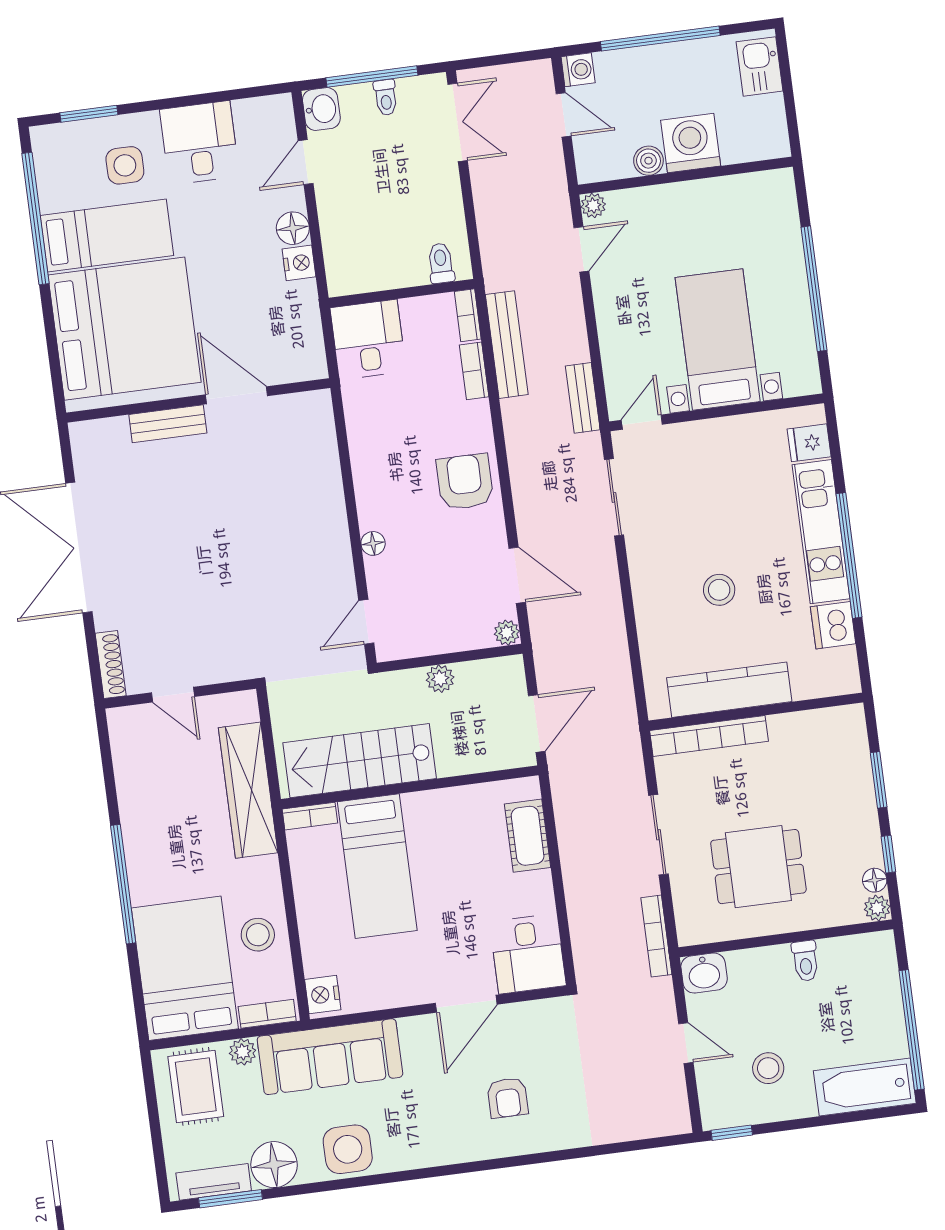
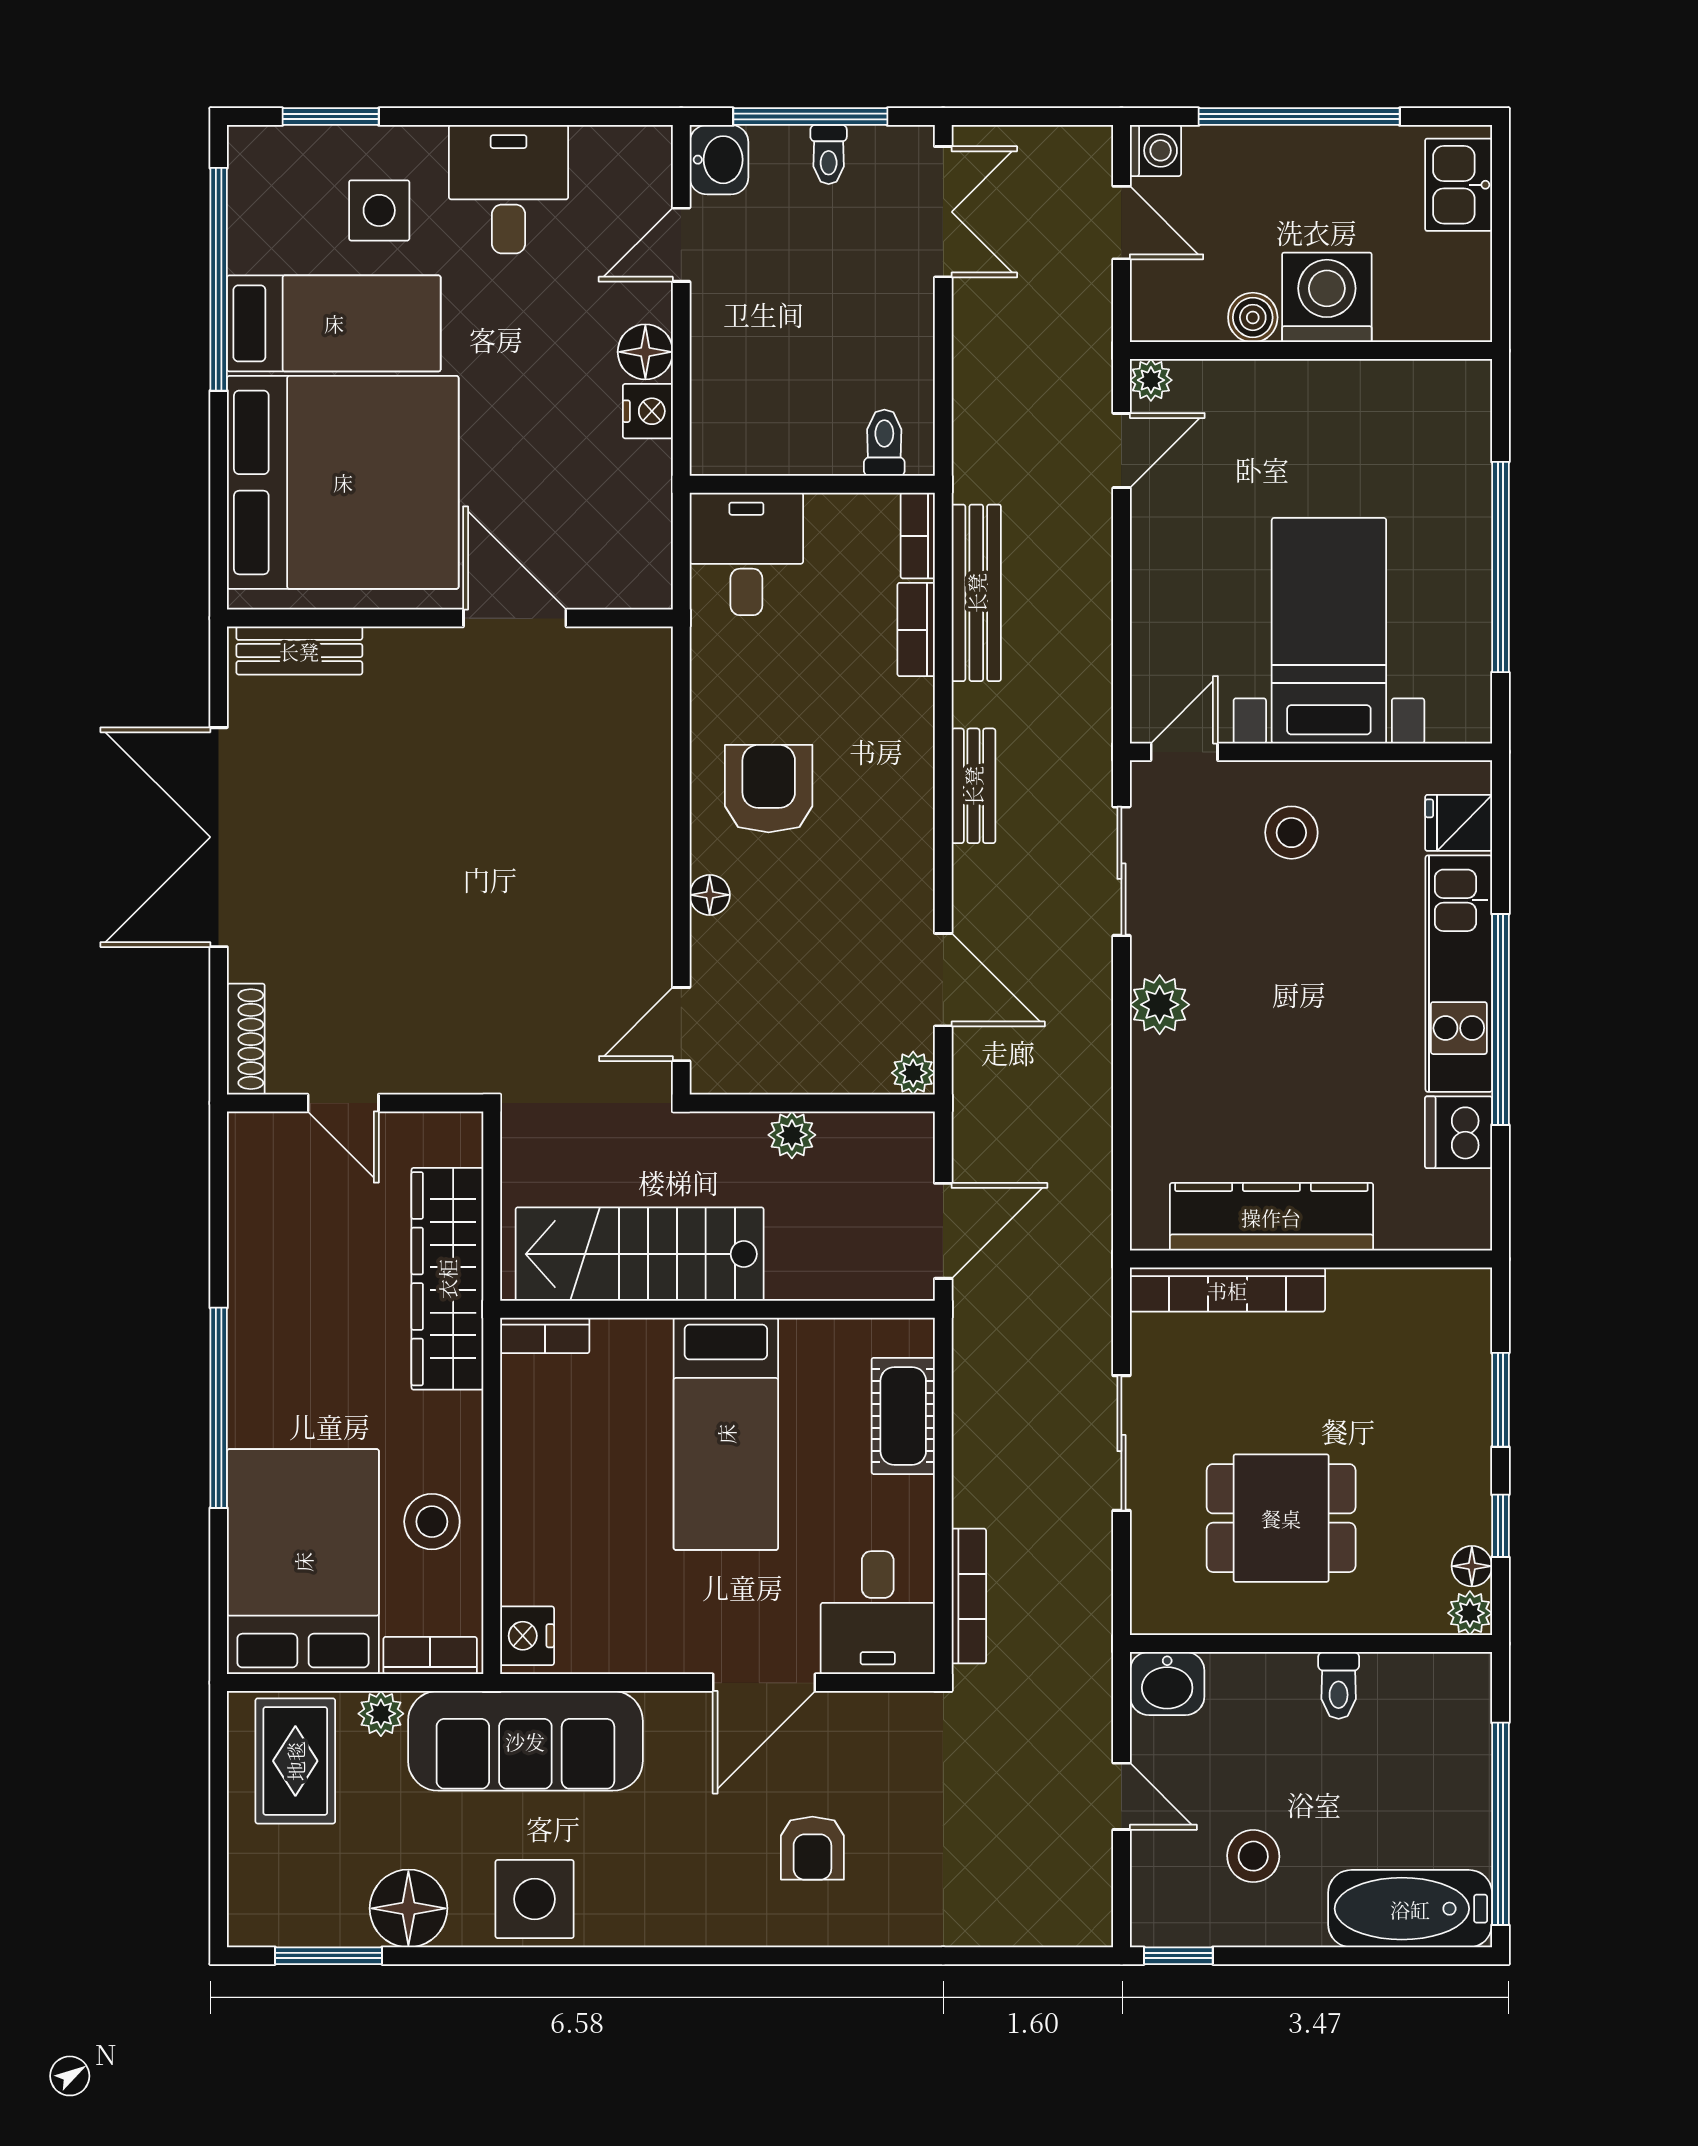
bench: (583, 398) -> (973, 786), moved
bench: (168, 424) -> (299, 651), moved
armchair: (465, 482) -> (769, 789), moved
plant: (647, 573) -> (1160, 1005), added
stool: (719, 590) -> (1291, 833), moved
bed: (377, 866) -> (726, 1434), moved
bookcase: (656, 936) -> (969, 1596), moved, turned 180
tv unit: (214, 1182) -> (304, 1924), removed

